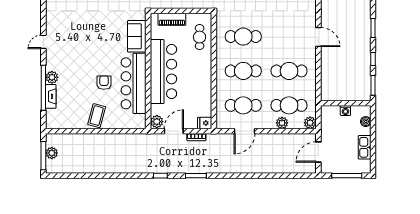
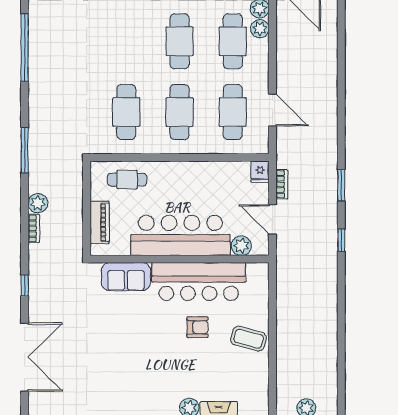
armchair: (104, 83) -> (198, 327), turned 180
plant: (157, 122) -> (241, 246), moved
plant: (282, 123) -> (260, 29), moved

